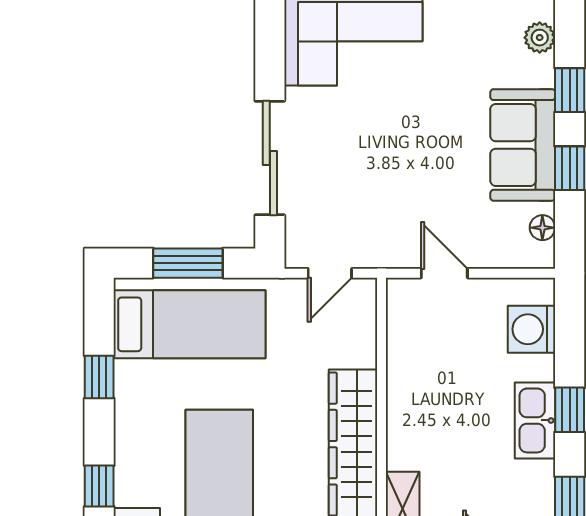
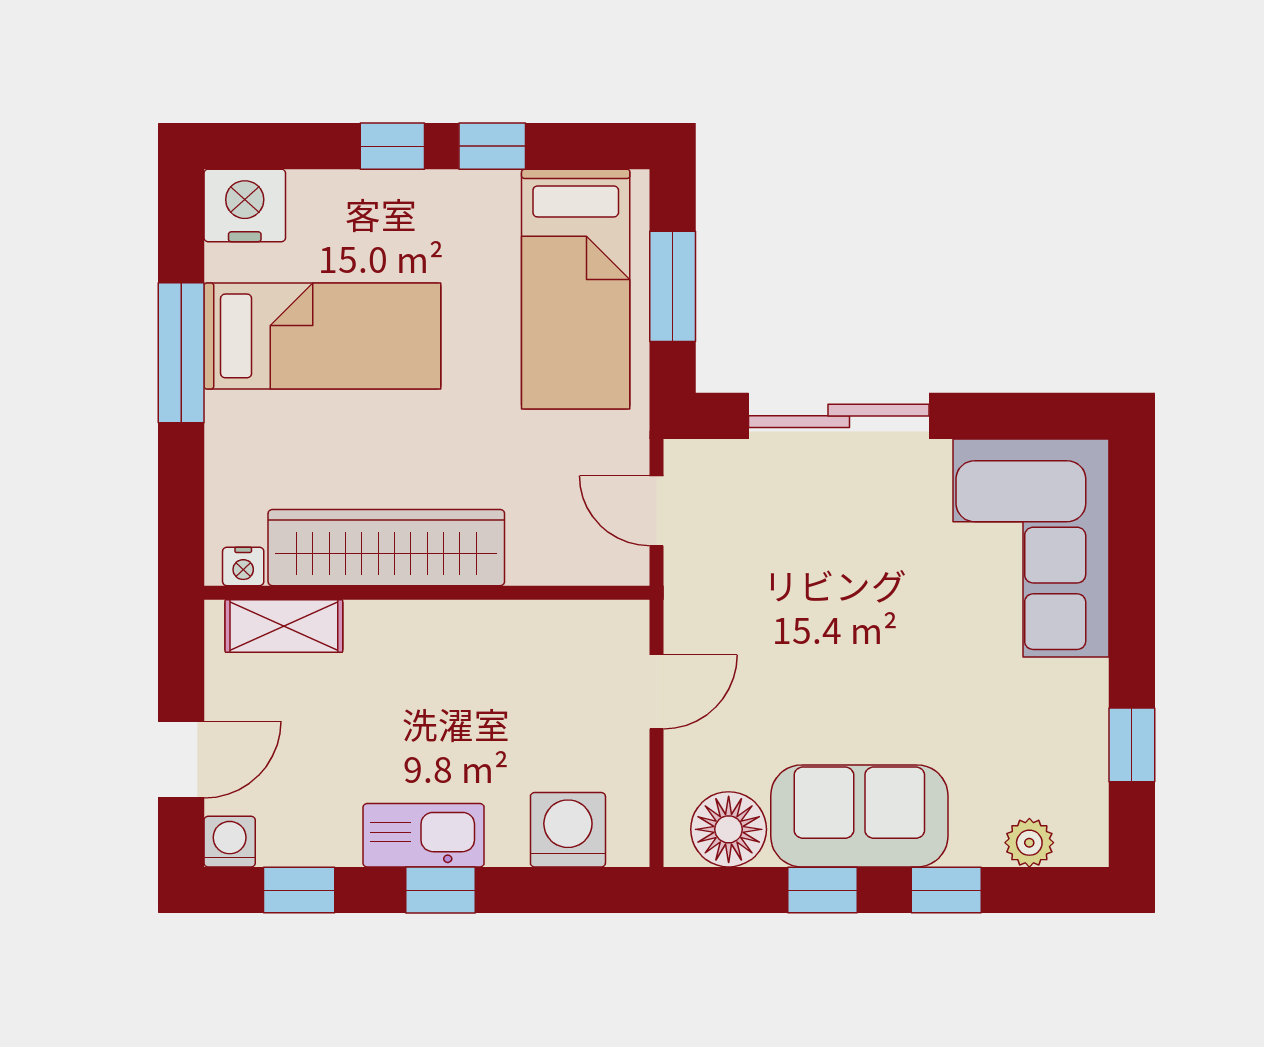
floor lamp: (542, 228) -> (729, 829), width x1.89, depth x1.89
window: (99, 486) -> (392, 146), moved

